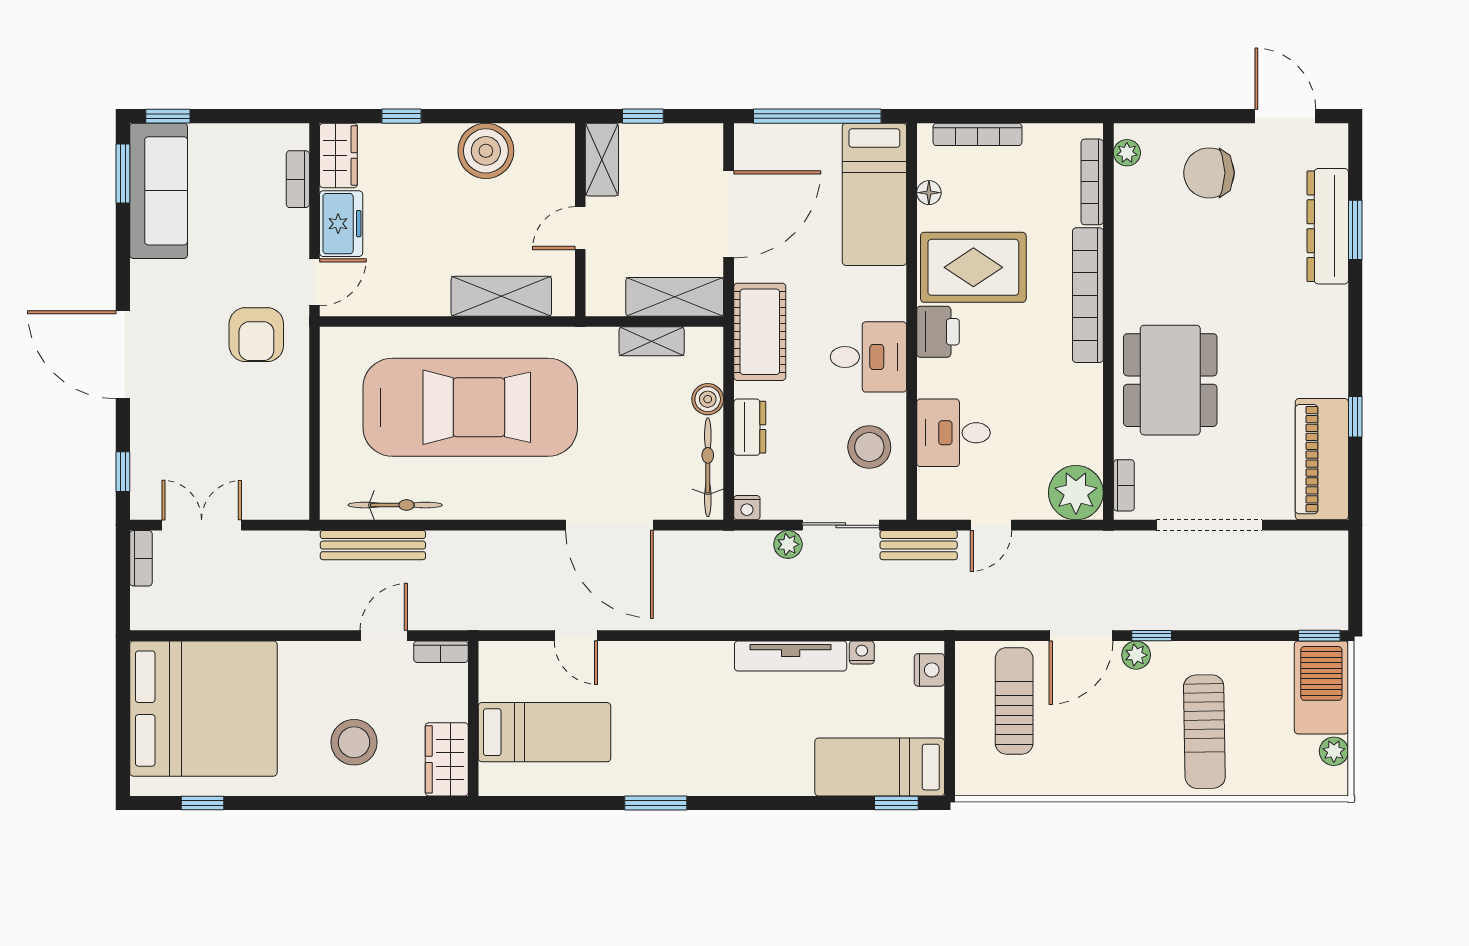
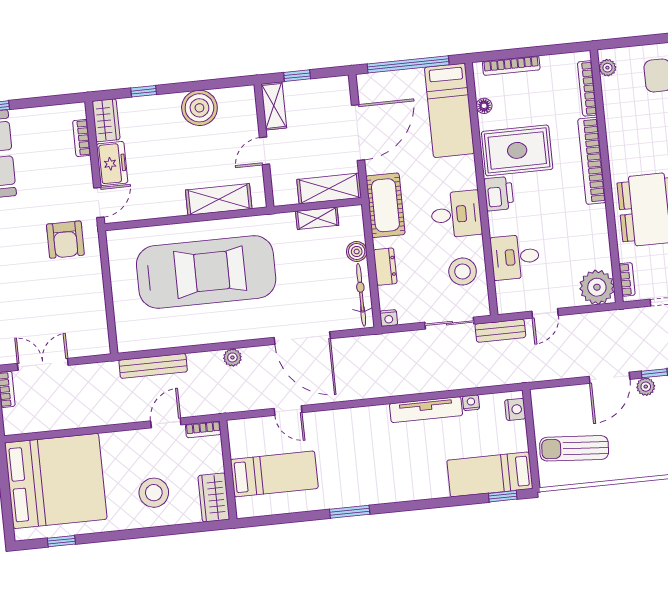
bicycle: (395, 505) -> (165, 339), removed
plant: (788, 544) -> (232, 357), moved
sun lounger: (1014, 701) -> (574, 448), moved, turned -86

